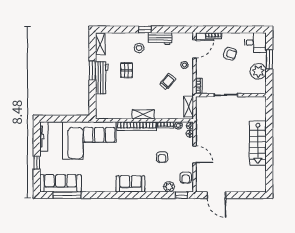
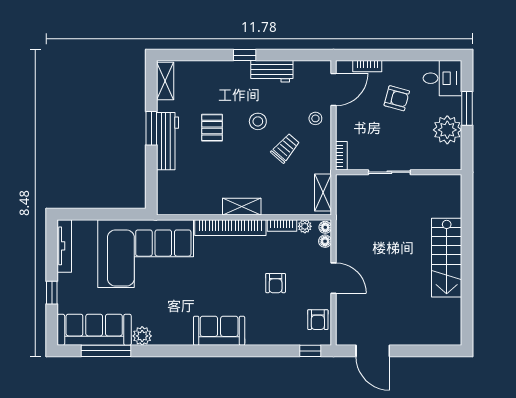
stool: (139, 48) -> (258, 121), moved
plant: (169, 187) -> (142, 336), moved

